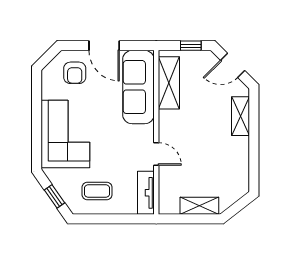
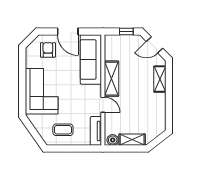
armchair: (75, 73) -> (48, 50), turned 180
shelving: (169, 83) -> (112, 79), moved
window: (55, 196) -> (34, 133), removed
boiler: (171, 206) -> (113, 140), added

